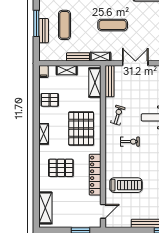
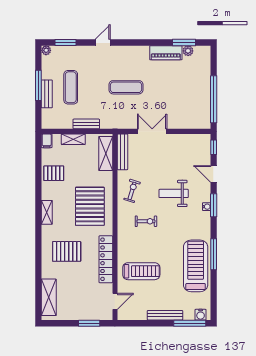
shelving: (100, 57) -> (112, 124), removed

